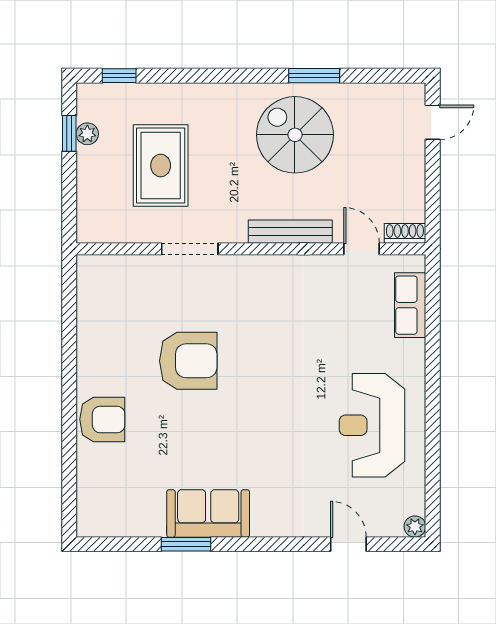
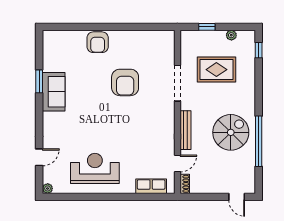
window: (314, 76) -> (259, 141), width x2.11
window: (69, 133) -> (207, 27), moved
doorway: (190, 249) -> (177, 83), width x1.36

